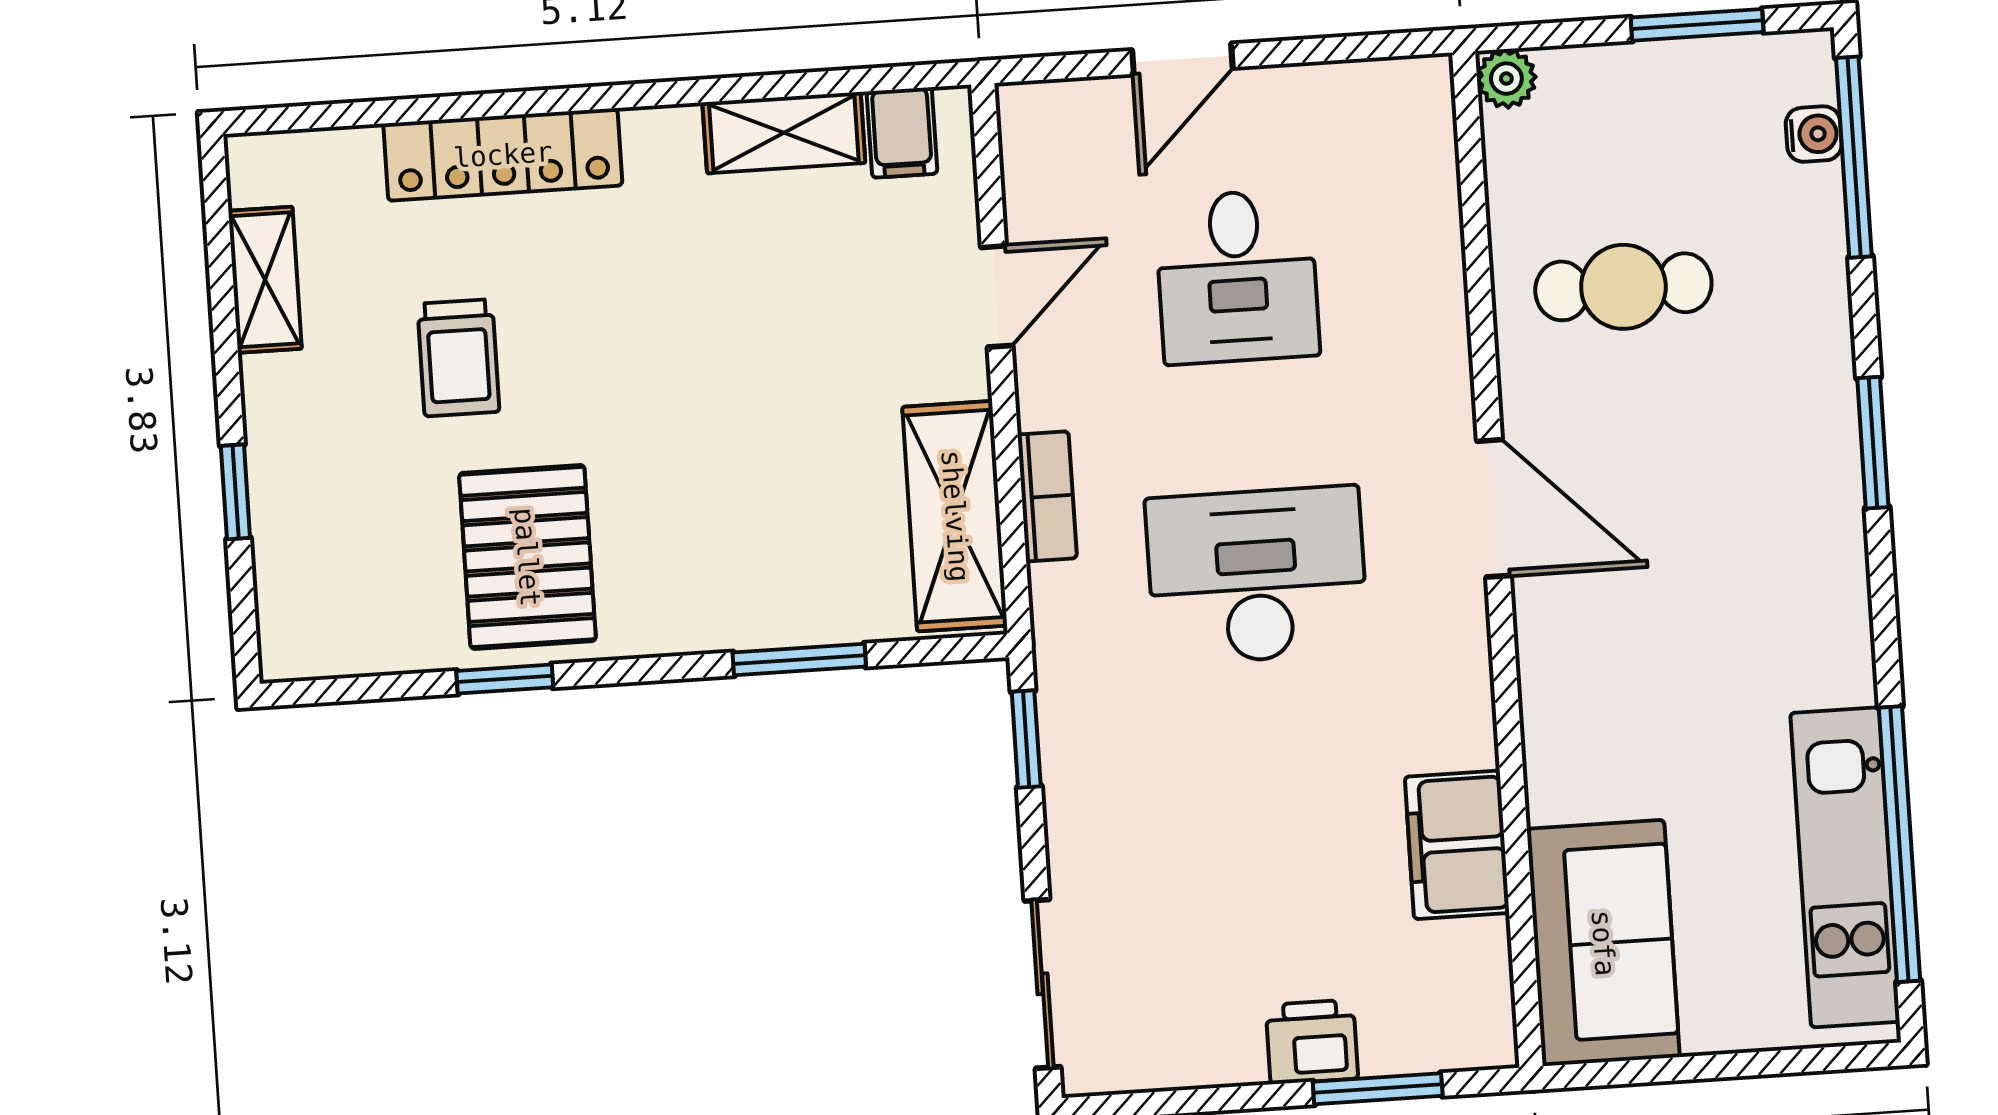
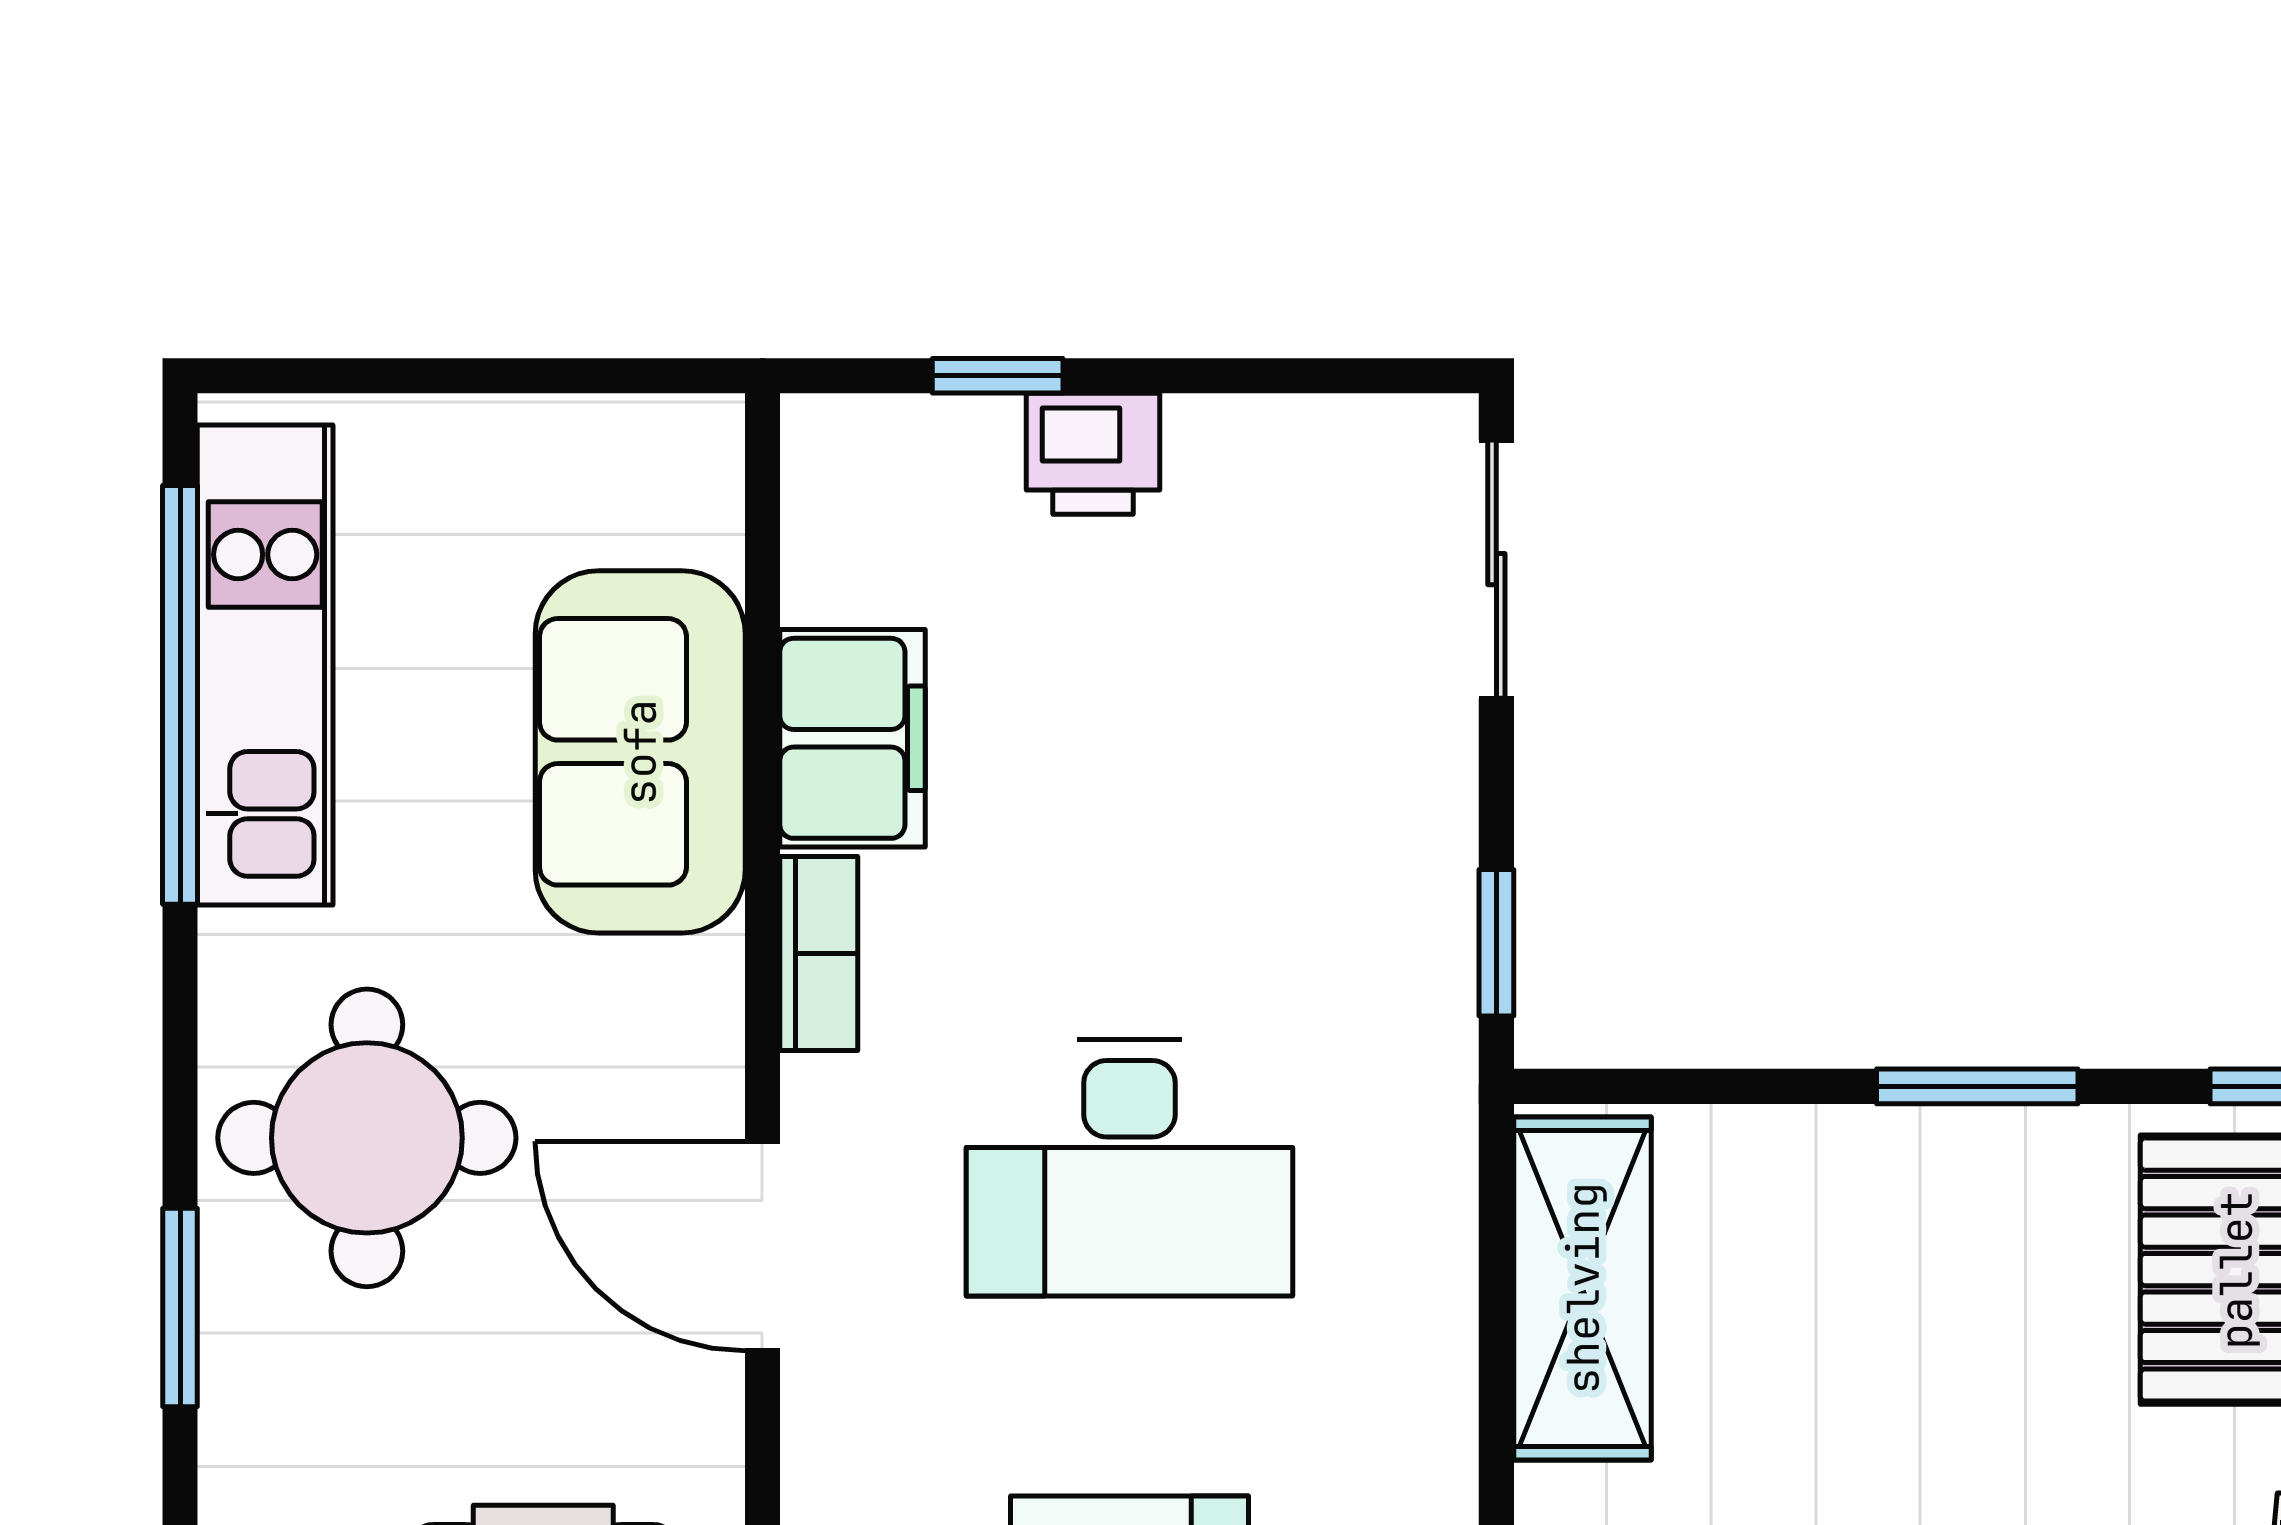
bookcase: (1047, 496) -> (819, 954), moved, turned 180
round table: (1758, 562) -> (367, 1138), added
window: (799, 659) -> (1977, 1086), moved
sofa: (1603, 943) -> (640, 752), moved
window: (1378, 1089) -> (998, 376), width x0.67

